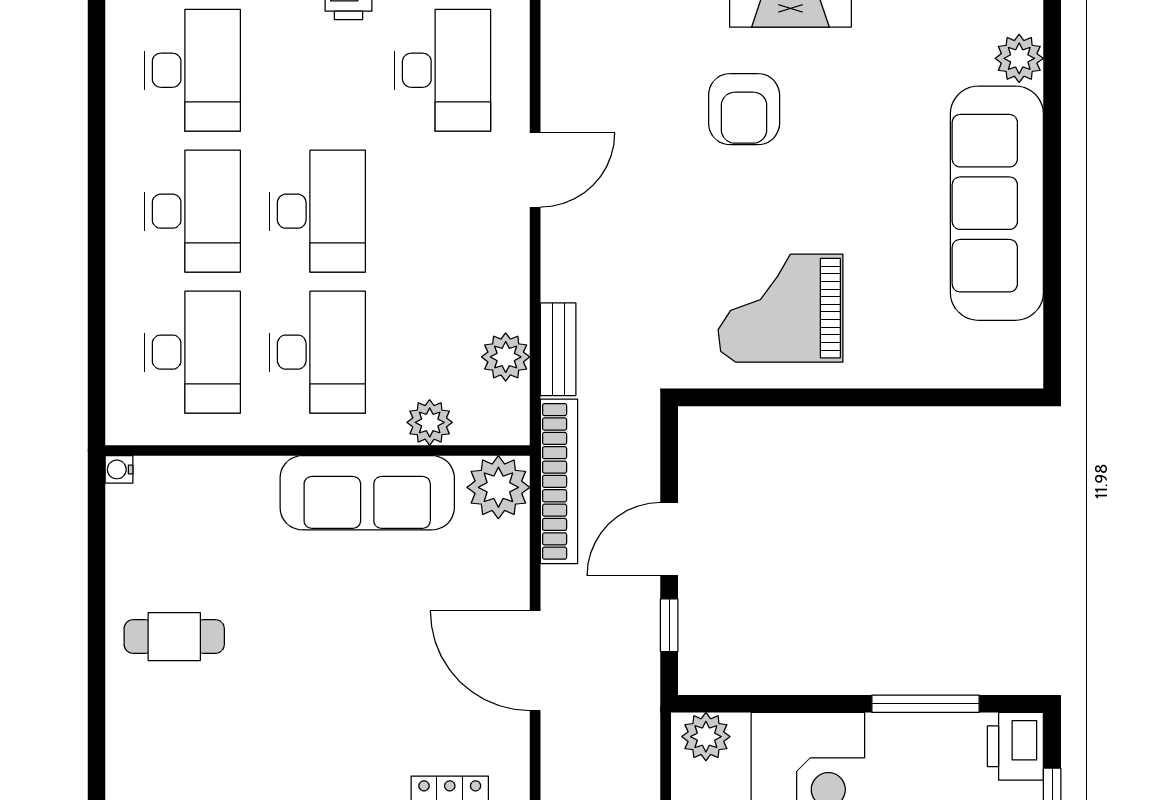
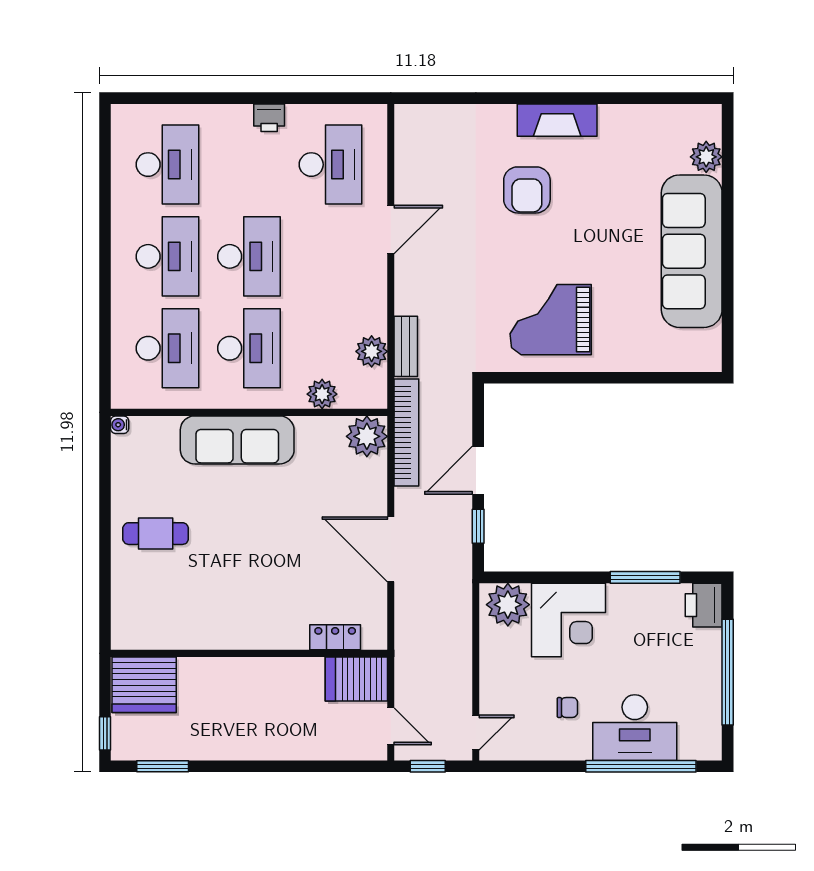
sofa: (367, 493) -> (237, 440), moved
plant: (706, 737) -> (508, 605), width x1.36, depth x1.36

